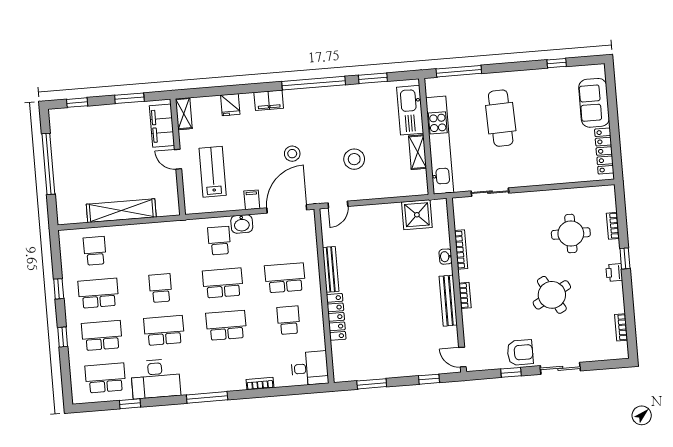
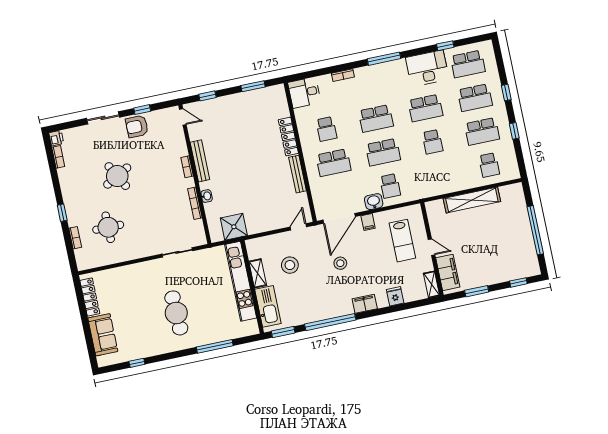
kitchen sink: (410, 110) -> (268, 306), moved
wall: (426, 136) -> (252, 287), moved
kitchen unit: (440, 145) -> (241, 281), moved
shelving: (418, 152) -> (258, 273), moved
printer: (614, 273) -> (56, 138), moved

